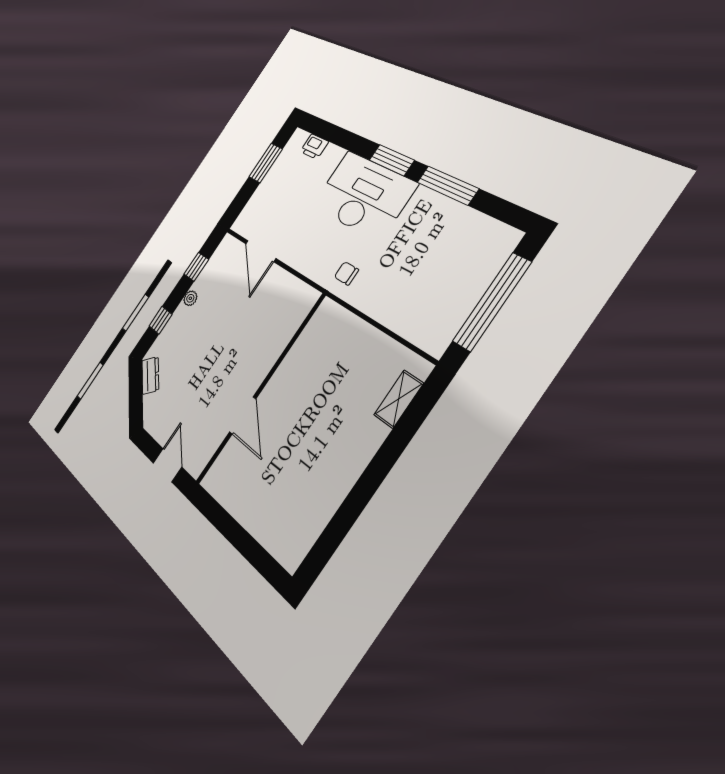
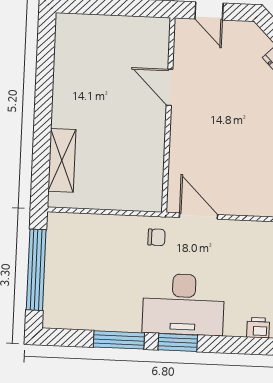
door: (261, 251) -> (199, 216), moved
shelving: (399, 399) -> (62, 160), width x1.50, depth x1.33

